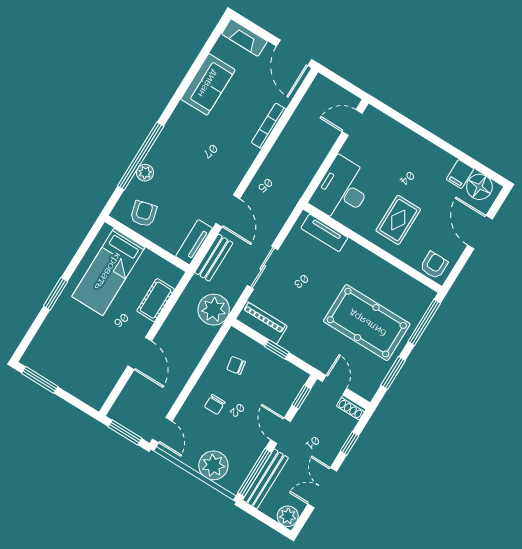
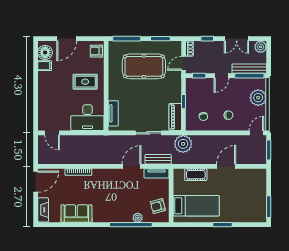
pool table: (367, 323) -> (144, 66), turned 90

